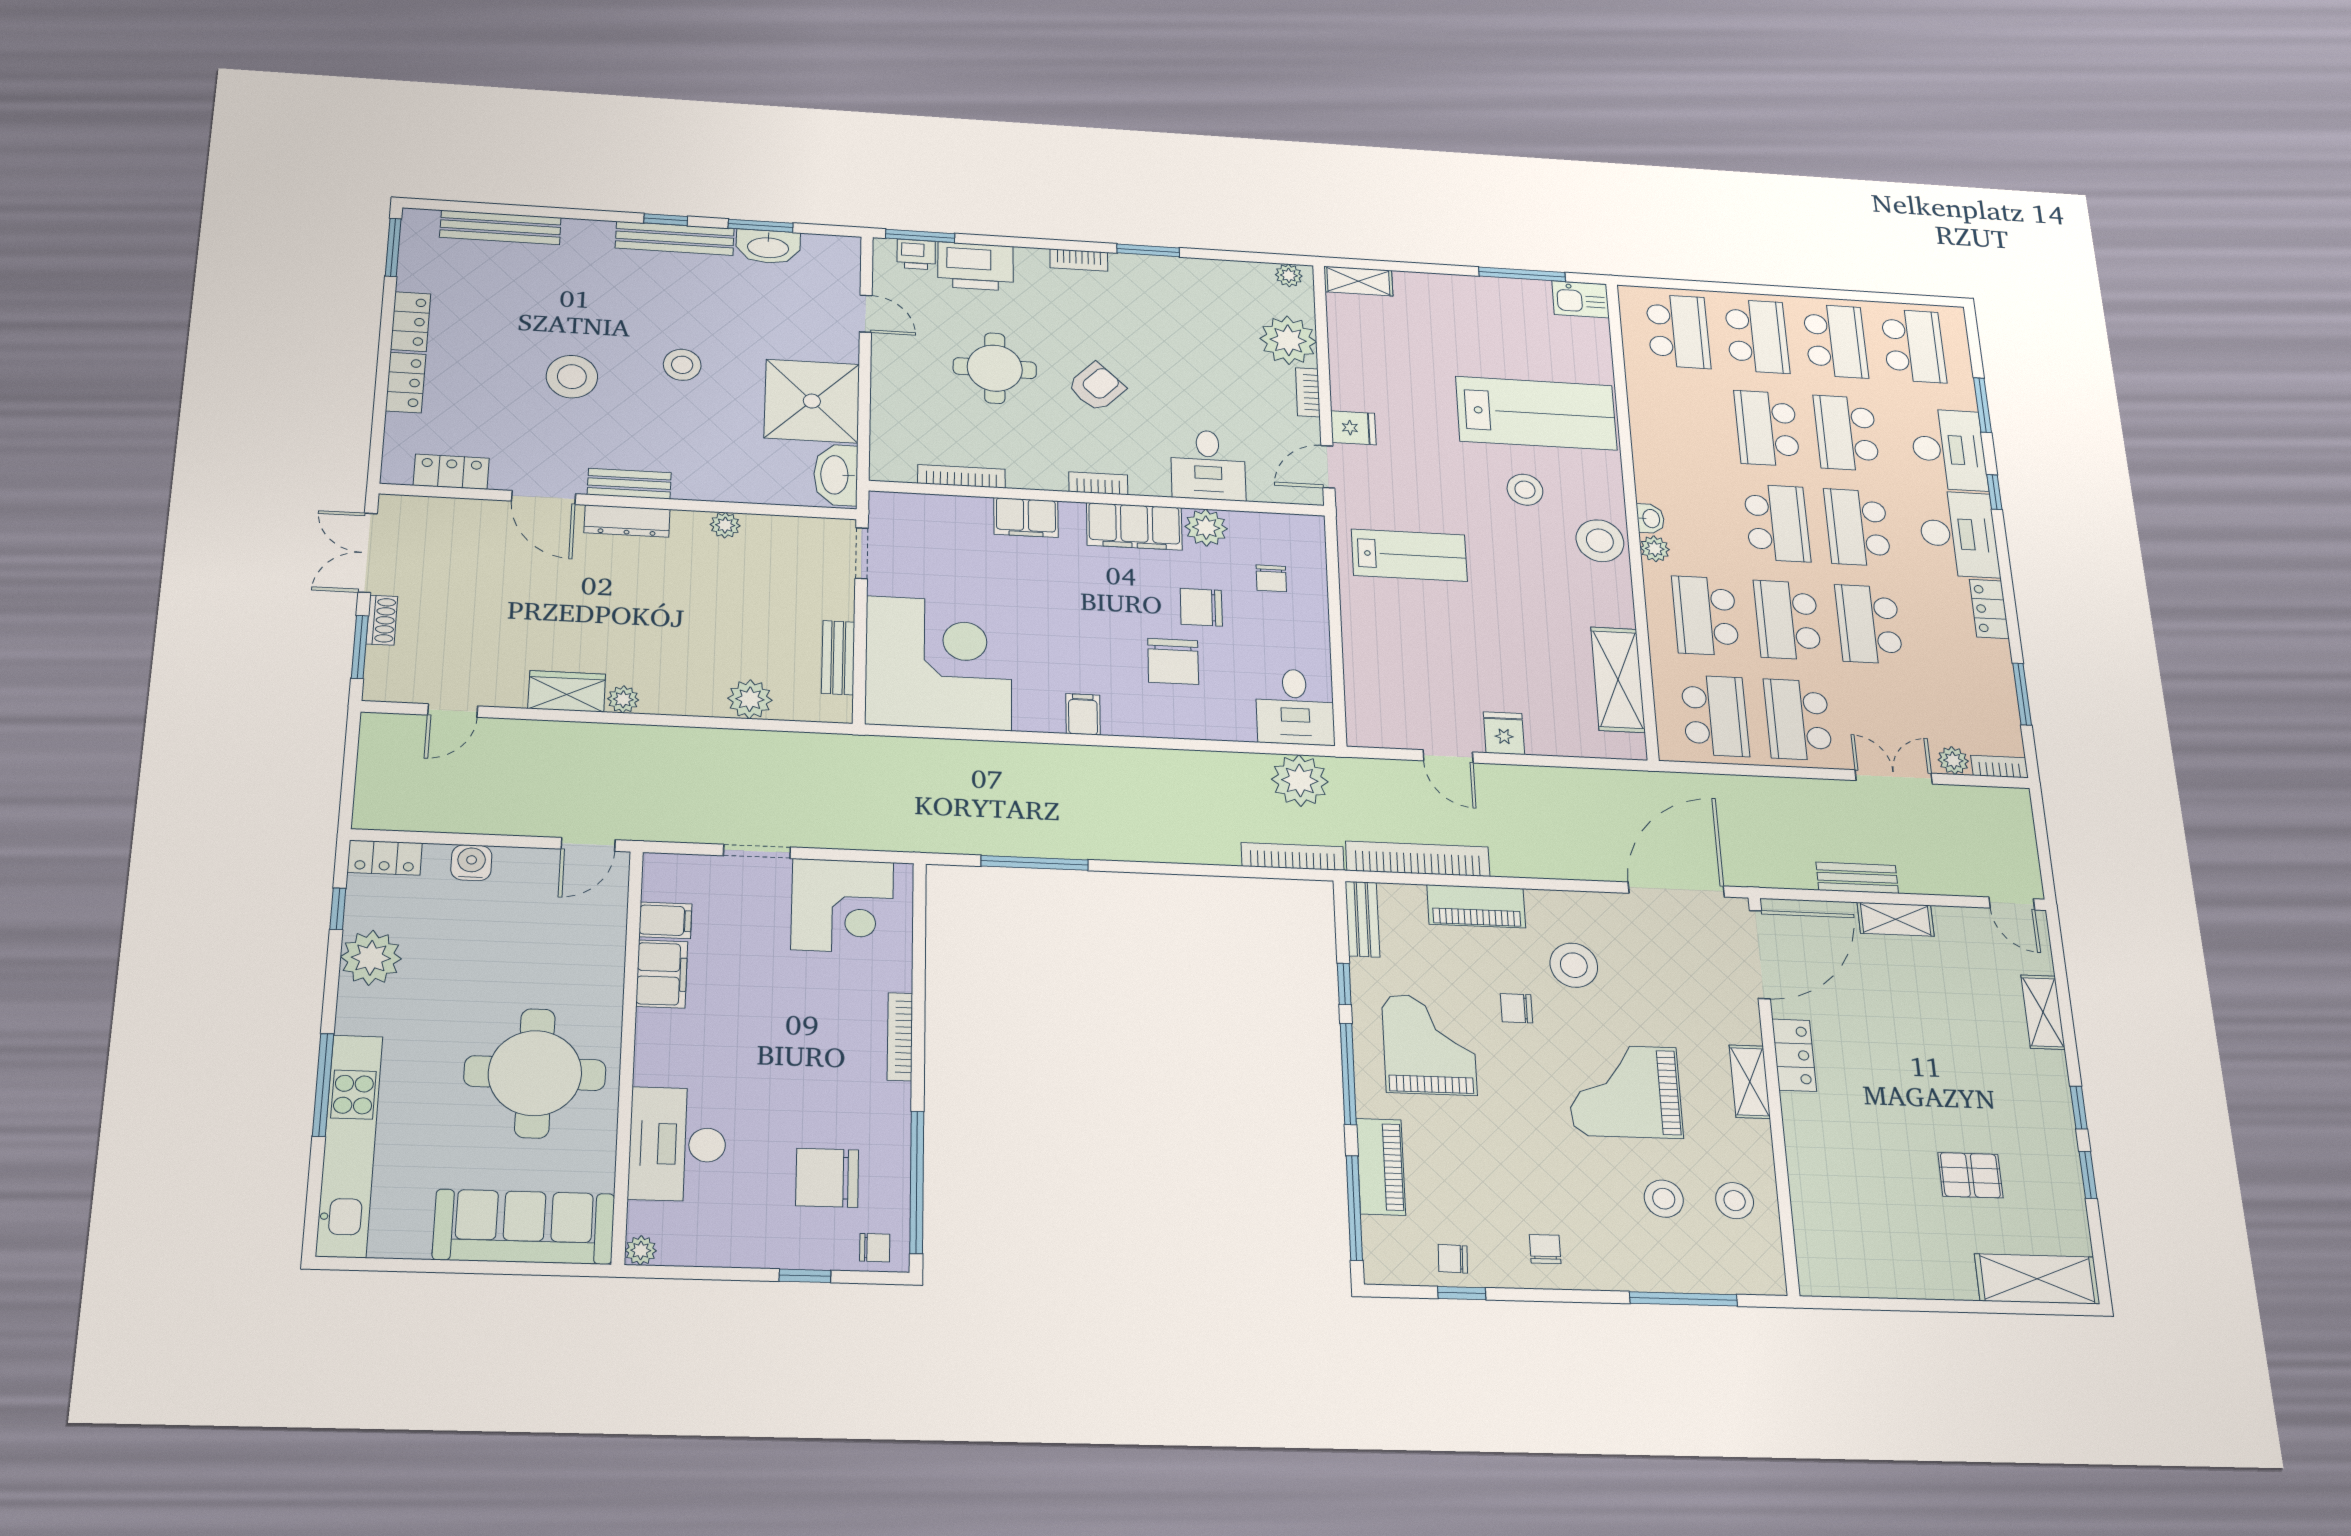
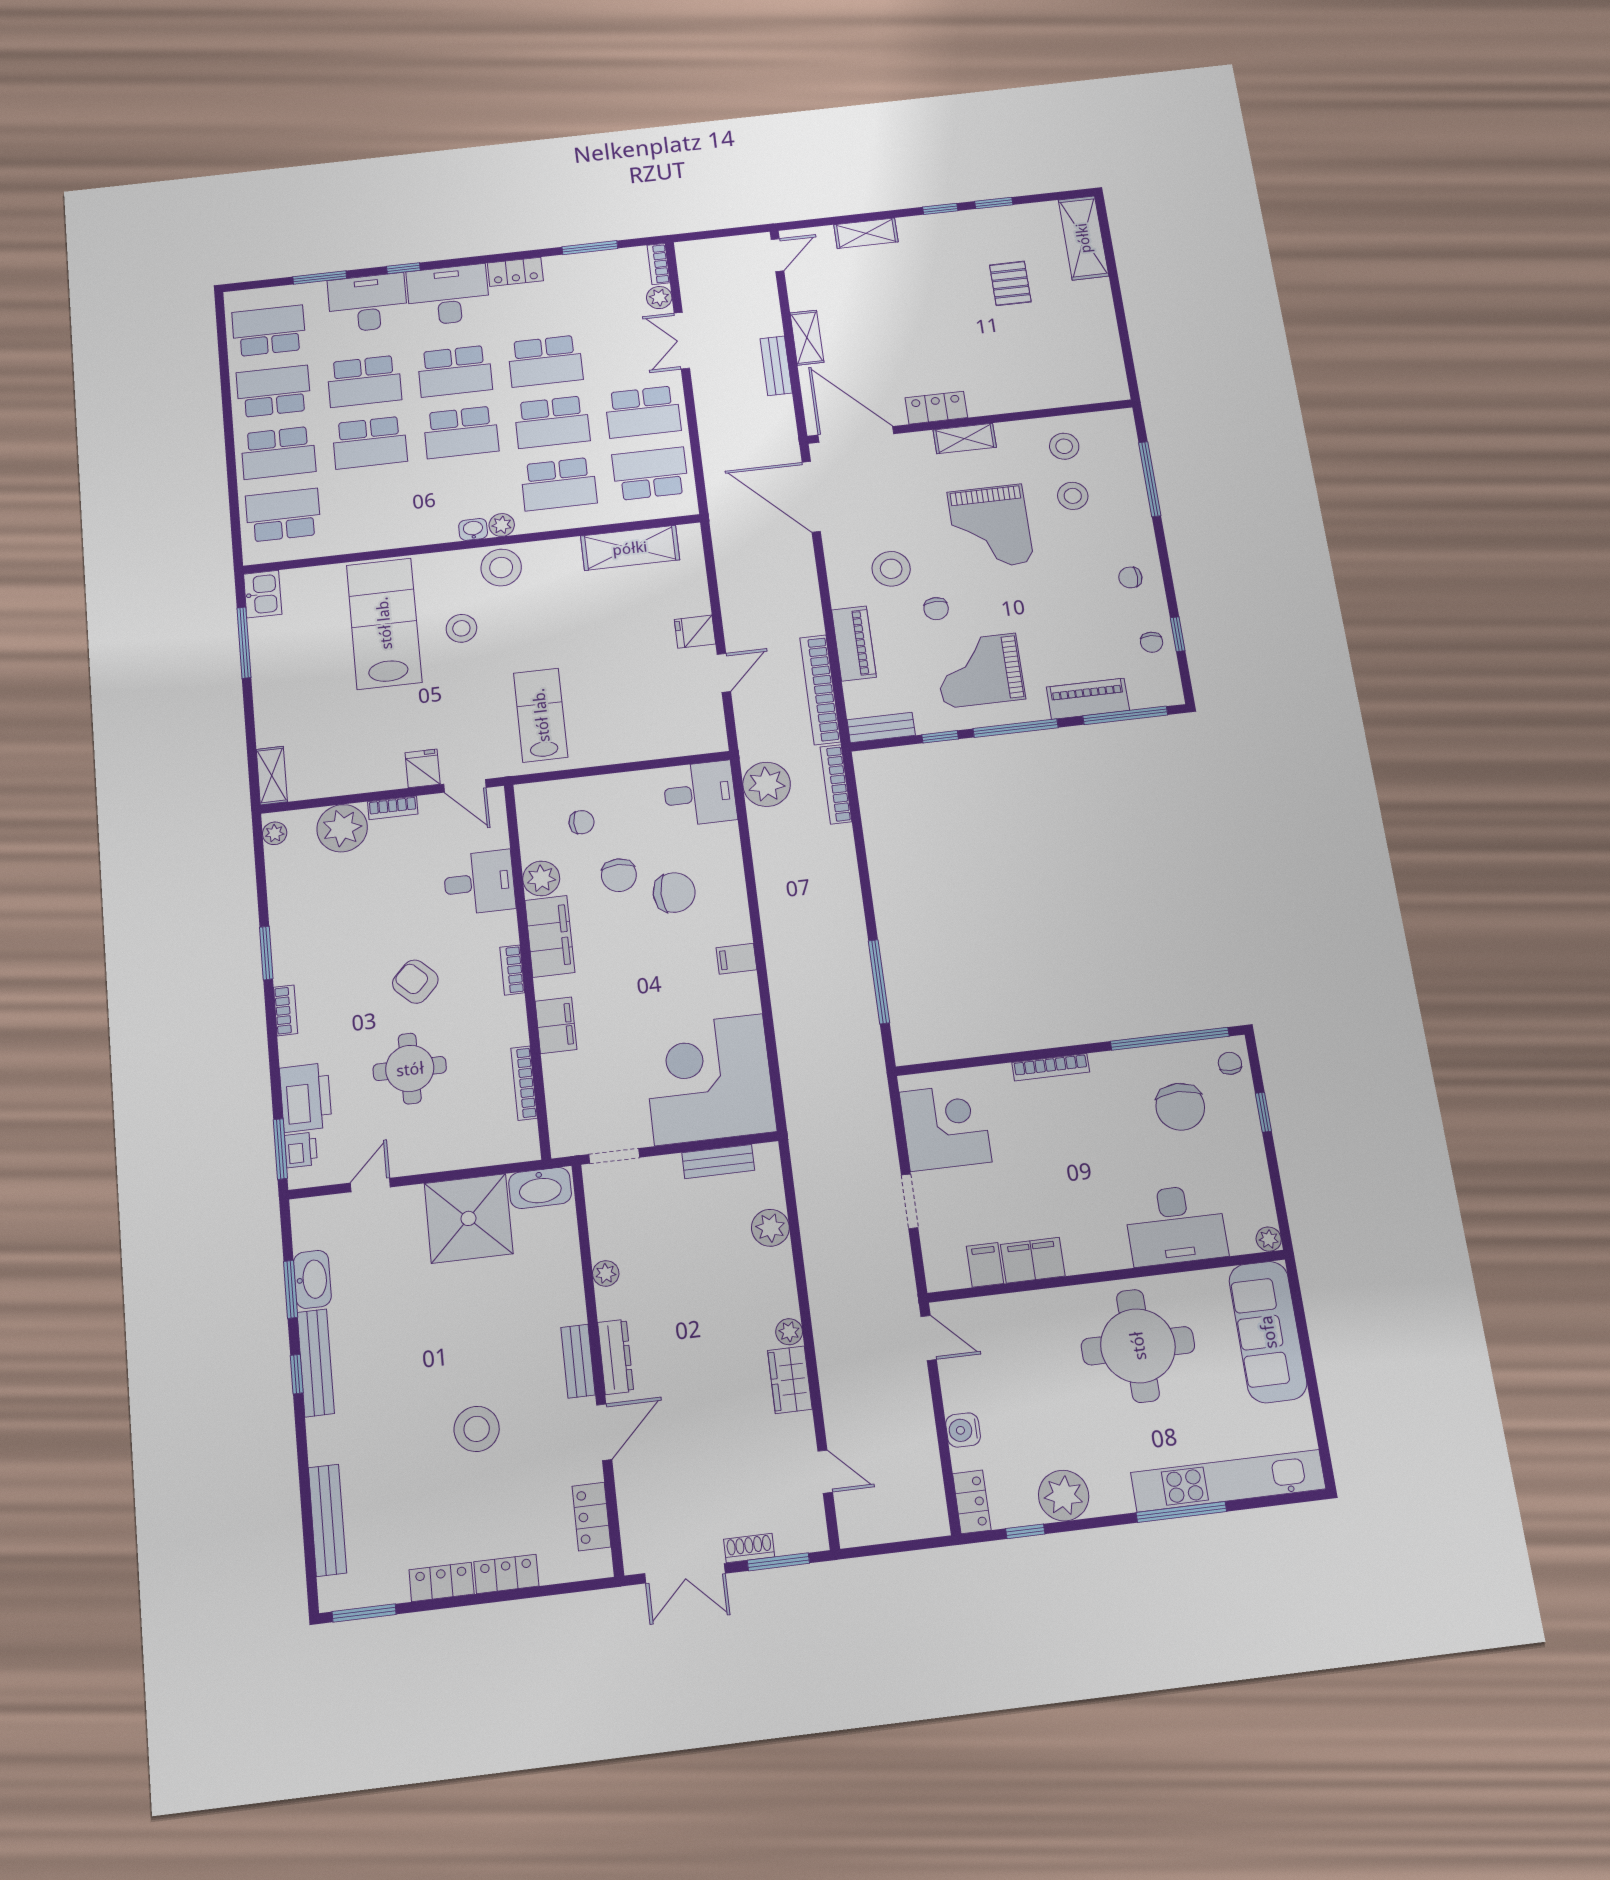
school desk: (1757, 336) -> (278, 453), turned 180
stool: (682, 365) -> (449, 1335), removed
school desk: (1777, 523) -> (461, 432), turned 180

